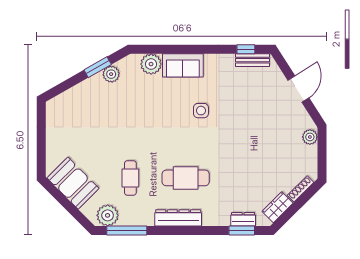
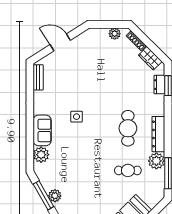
window: (246, 49) -> (30, 82), removed
window: (98, 67) -> (43, 195), width x1.44
plant: (111, 74) -> (55, 196), moved
plant: (310, 137) -> (115, 34), moved
plant: (108, 215) -> (156, 161), moved

